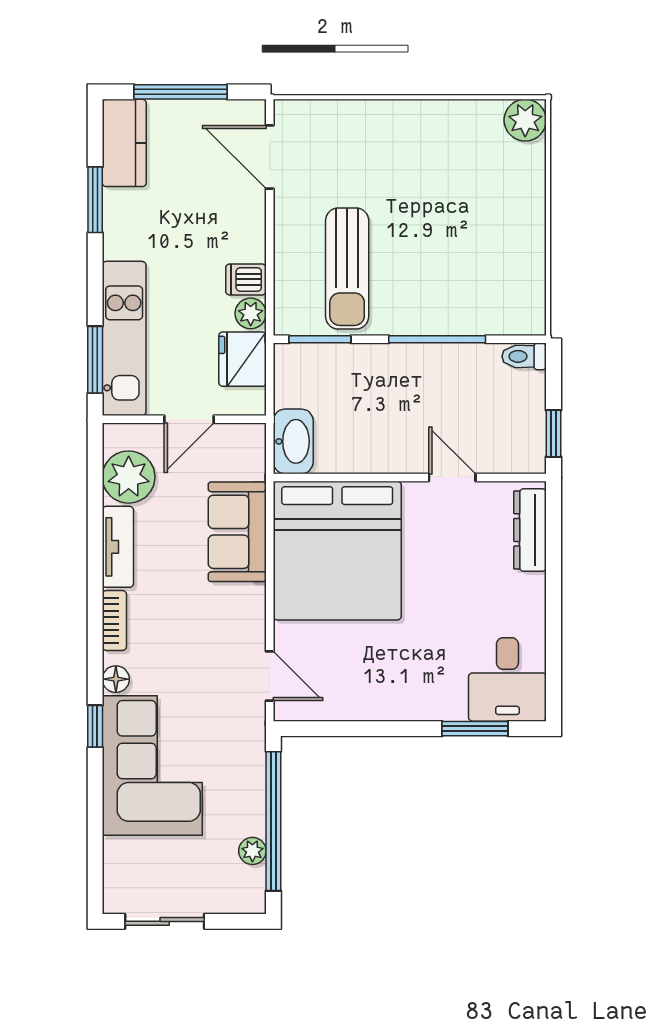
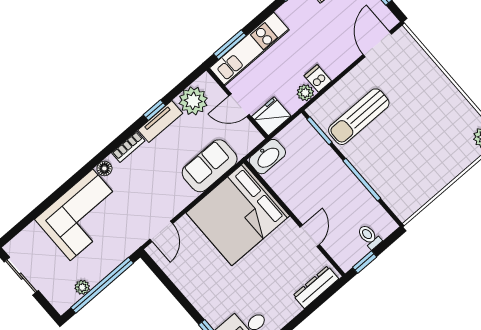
toilet: (524, 356) -> (369, 237), moved
fridge: (243, 359) -> (271, 116), moved
window: (95, 726) -> (154, 110), moved

